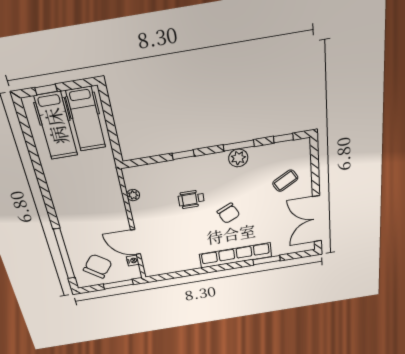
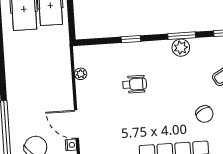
wheelchair: (191, 199) -> (135, 84), turned 180
chair: (228, 213) -> (204, 114), moved

